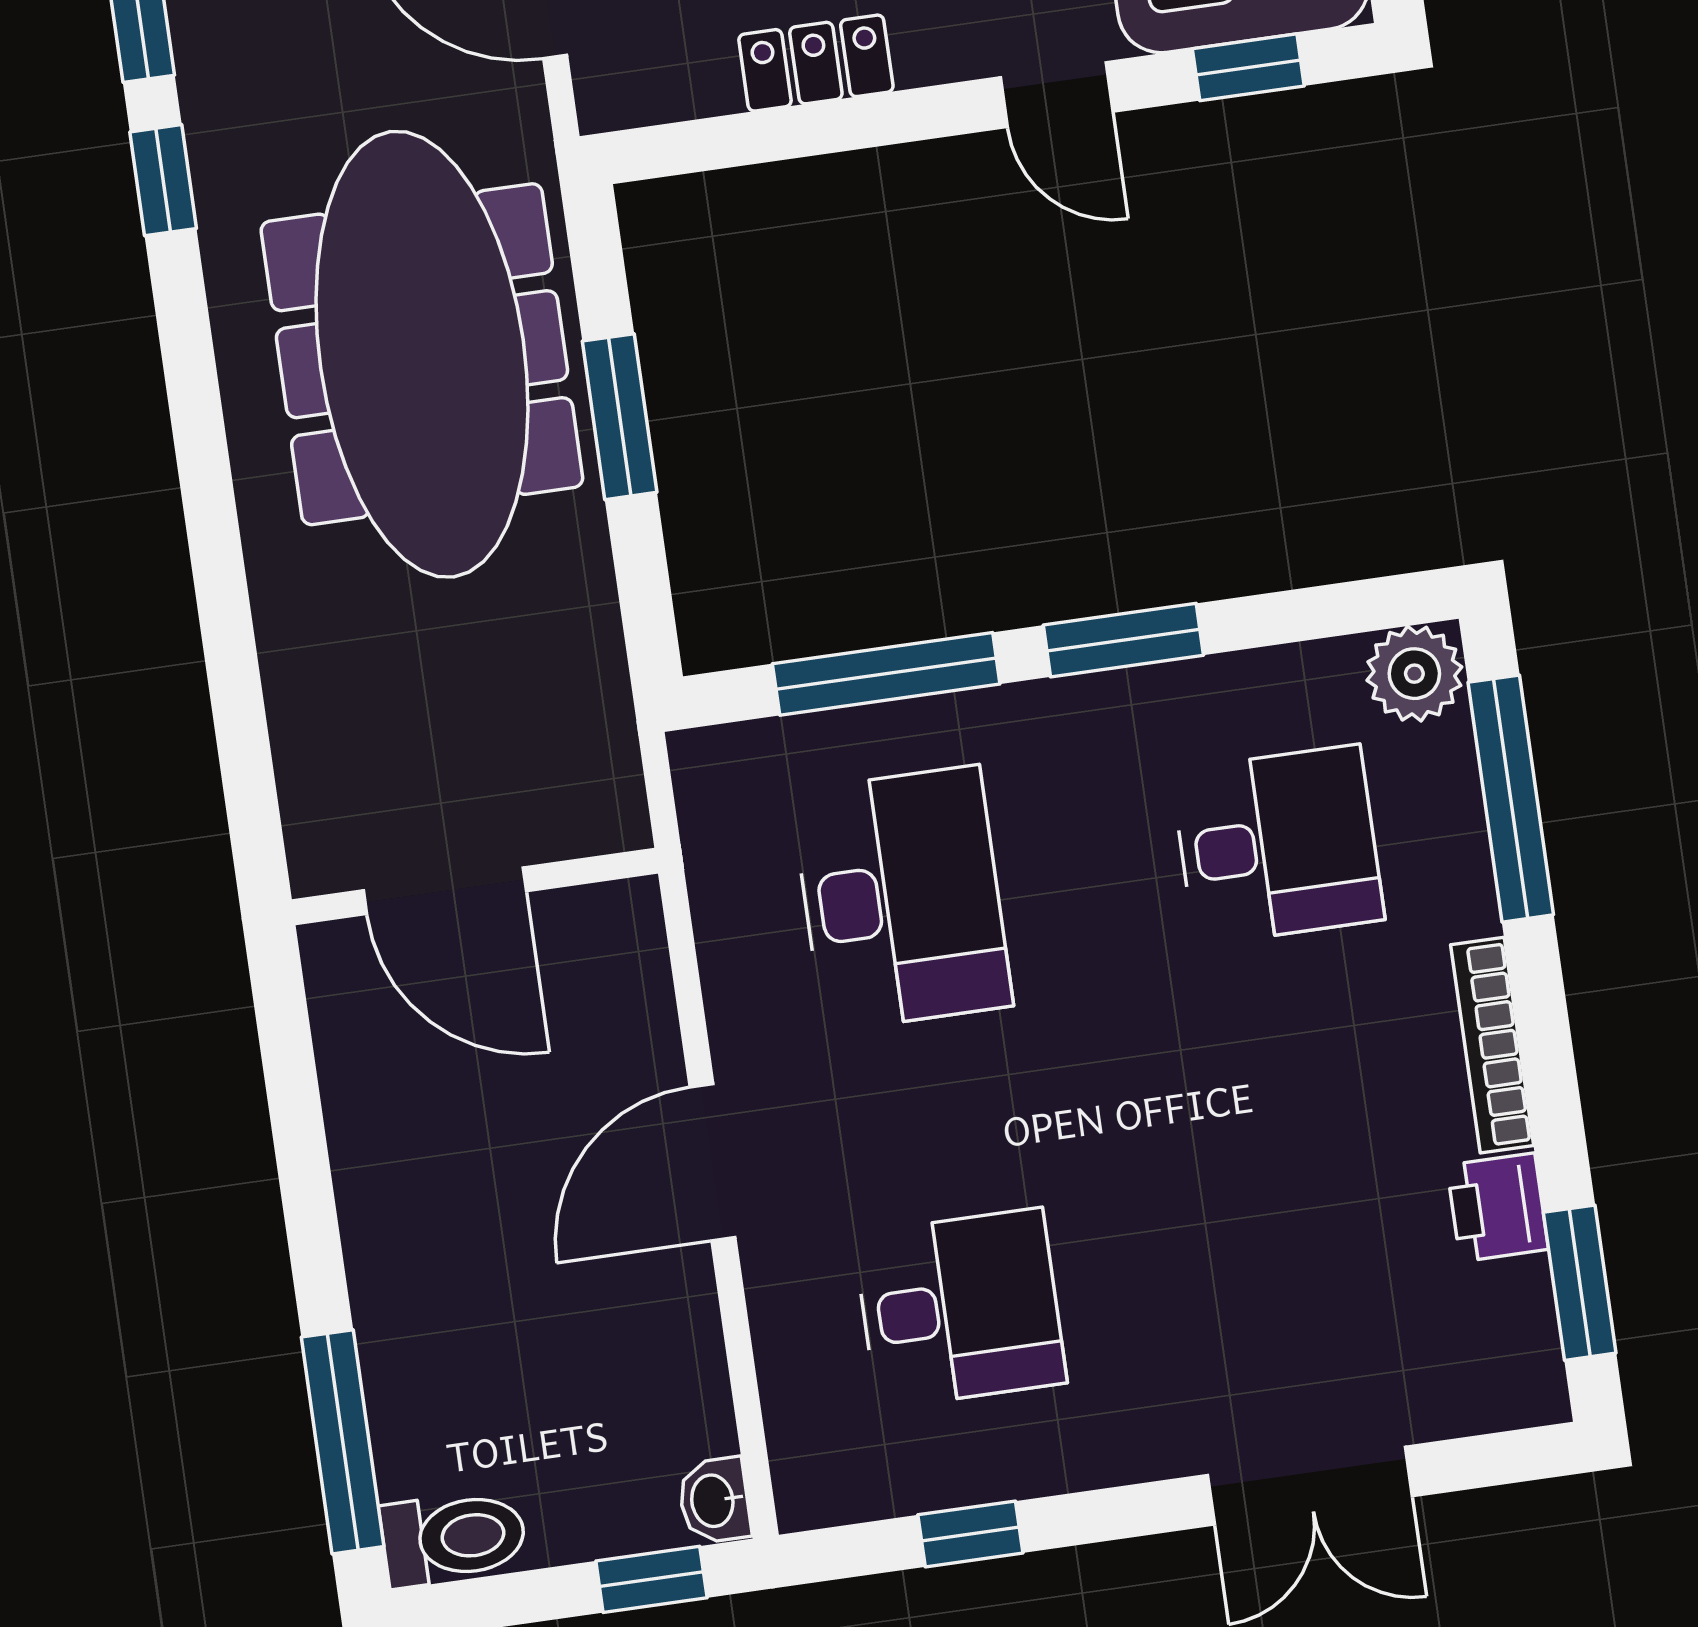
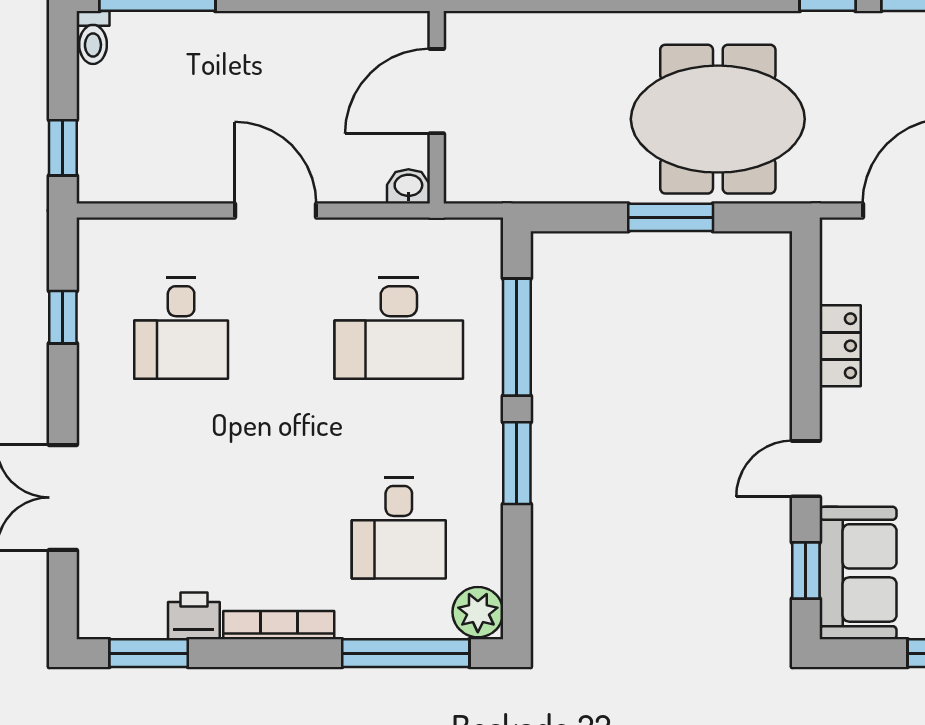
meeting table: (422, 354) -> (718, 119), width x0.73
washbasin: (714, 1500) -> (408, 186), moved
toilet: (454, 1538) -> (93, 38), width x0.73, depth x0.72

